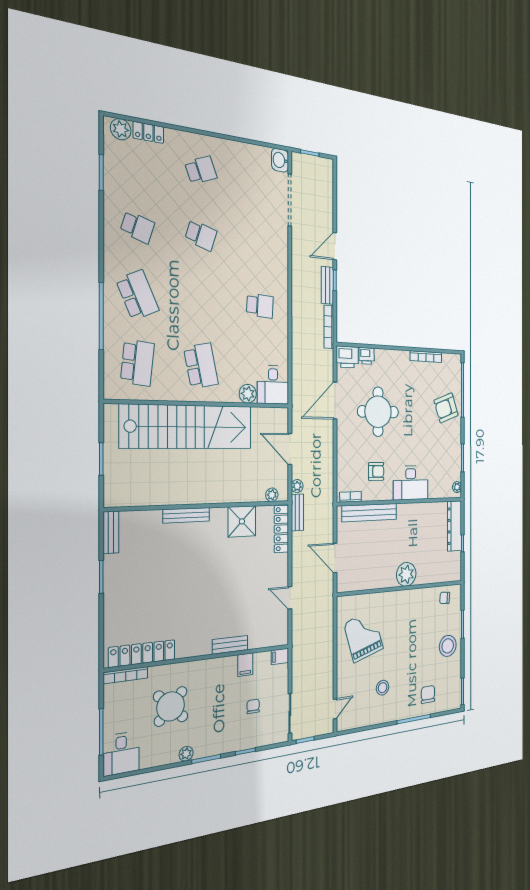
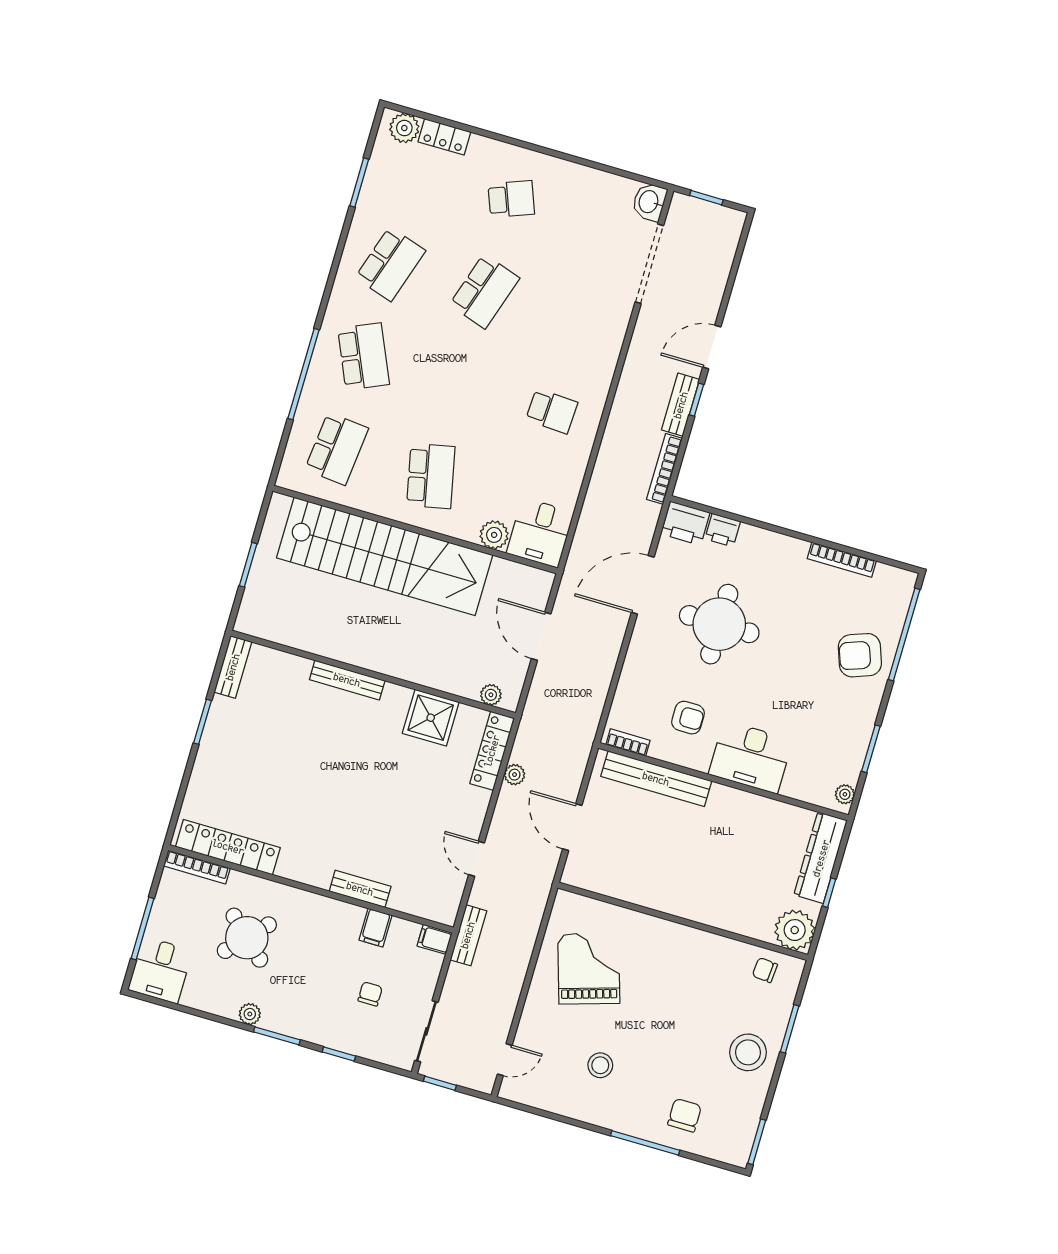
school desk: (137, 227) -> (390, 264), width x1.85
school desk: (201, 235) -> (484, 291), width x1.85
plant: (297, 486) -> (515, 775), moved
bench: (297, 512) -> (468, 935), moved
plant: (406, 574) -> (795, 930), moved

